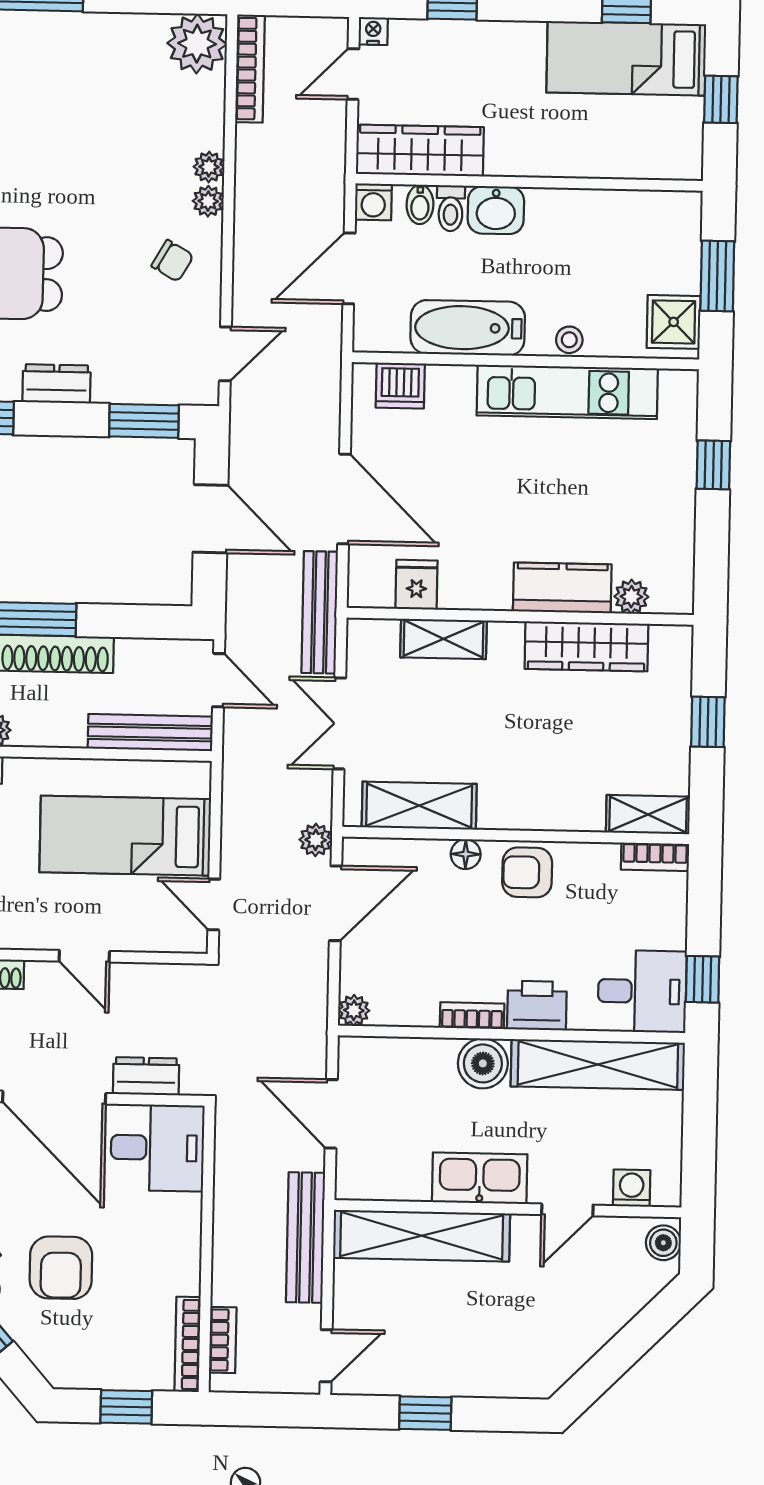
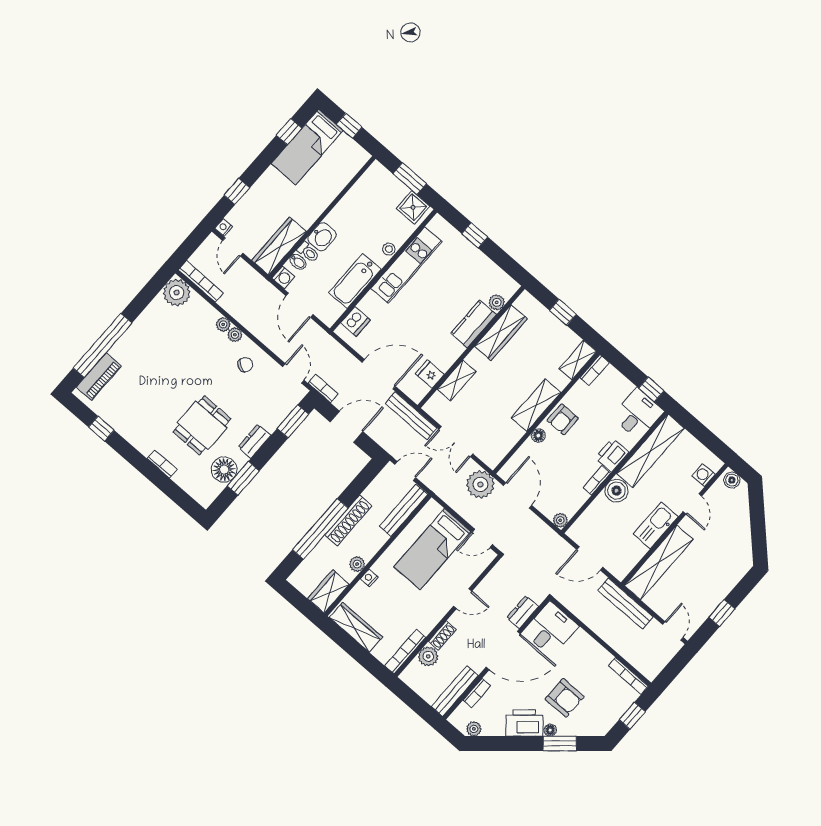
shelving: (419, 806) -> (536, 405), moved
plant: (316, 840) -> (480, 484), width x1.87, depth x1.87
bookcase: (223, 1340) -> (323, 388), moved

